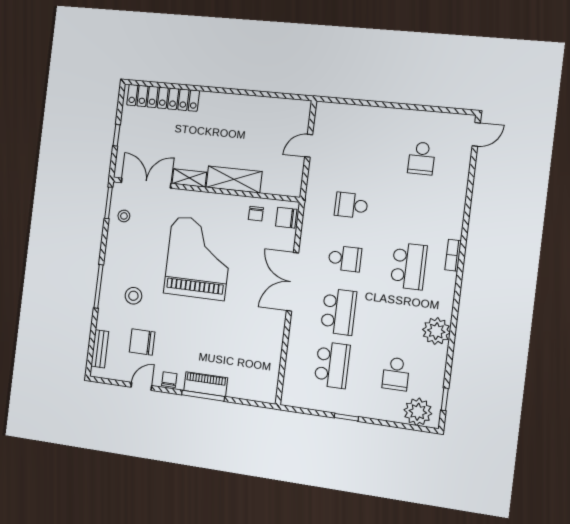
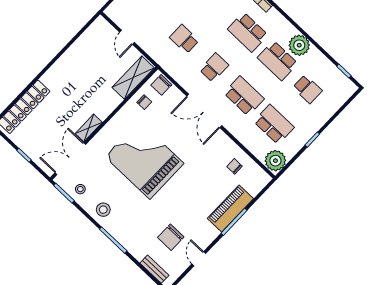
shelving: (234, 179) -> (133, 78), moved
school desk: (351, 205) -> (184, 39), turned 90
school desk: (409, 266) -> (248, 32), turned 180
stool: (133, 296) -> (103, 210), moved
school desk: (402, 320) -> (278, 61), added
chair: (169, 380) -> (235, 166), moved
piano: (206, 384) -> (230, 208), width x1.37, depth x1.33
plant: (418, 412) -> (275, 161), moved

